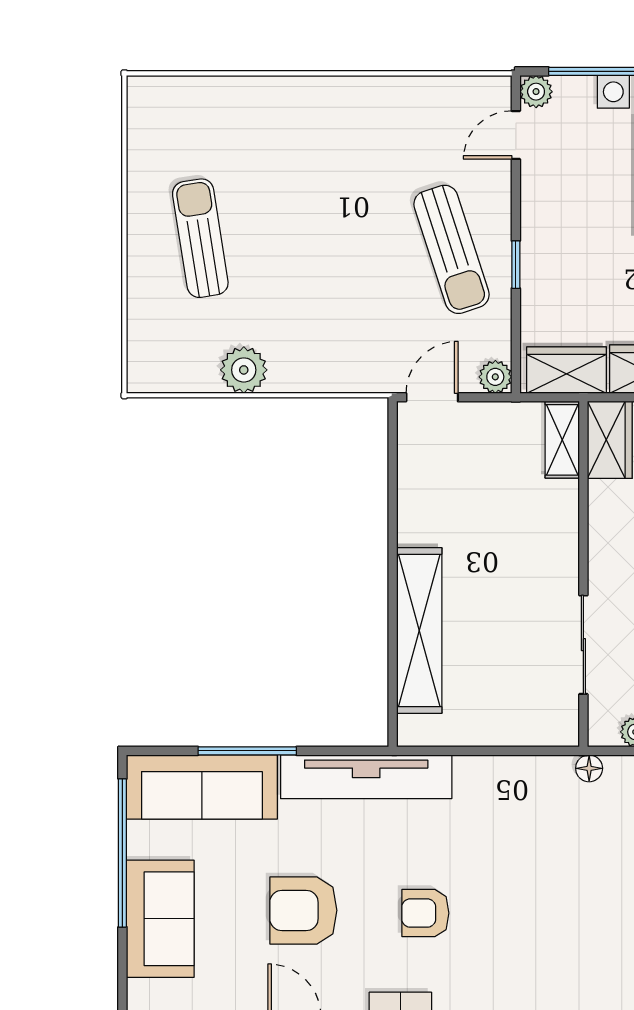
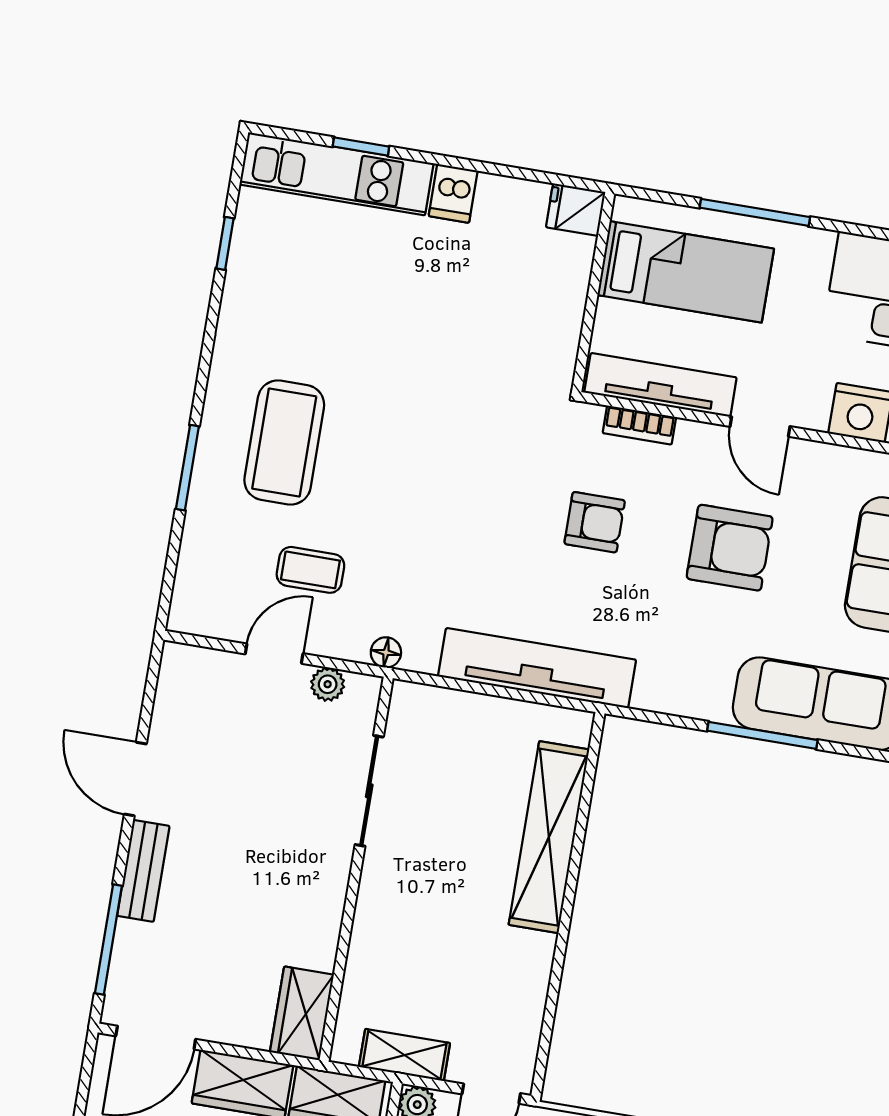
shelving: (562, 440) -> (404, 1055), moved, turned 90
tv unit: (366, 777) -> (537, 668), moved

